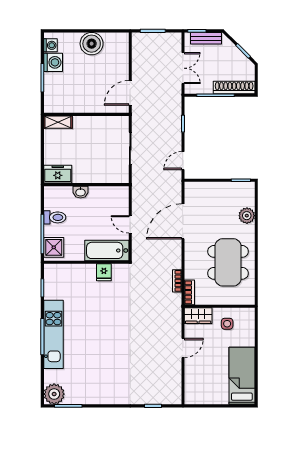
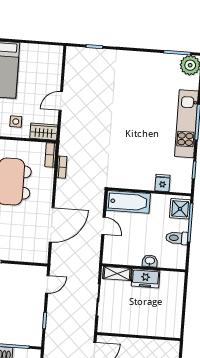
shelving: (58, 122) -> (117, 274), moved
freezer: (58, 174) -> (145, 278), moved
fridge: (104, 272) -> (163, 183), moved

